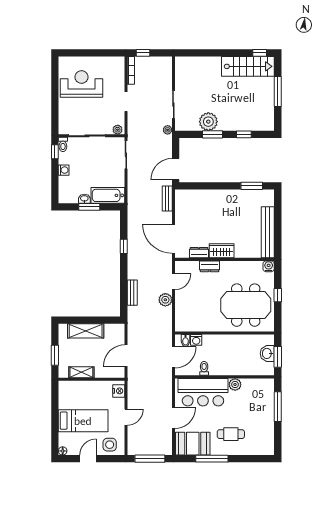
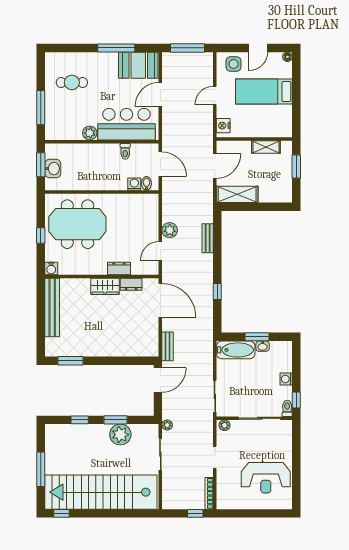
stairs: (248, 66) -> (101, 492), width x1.86, depth x1.51
shelving: (86, 331) -> (237, 194), moved
door: (173, 357) -> (160, 164), swing flipped
cafe table: (231, 434) -> (72, 82), moved

